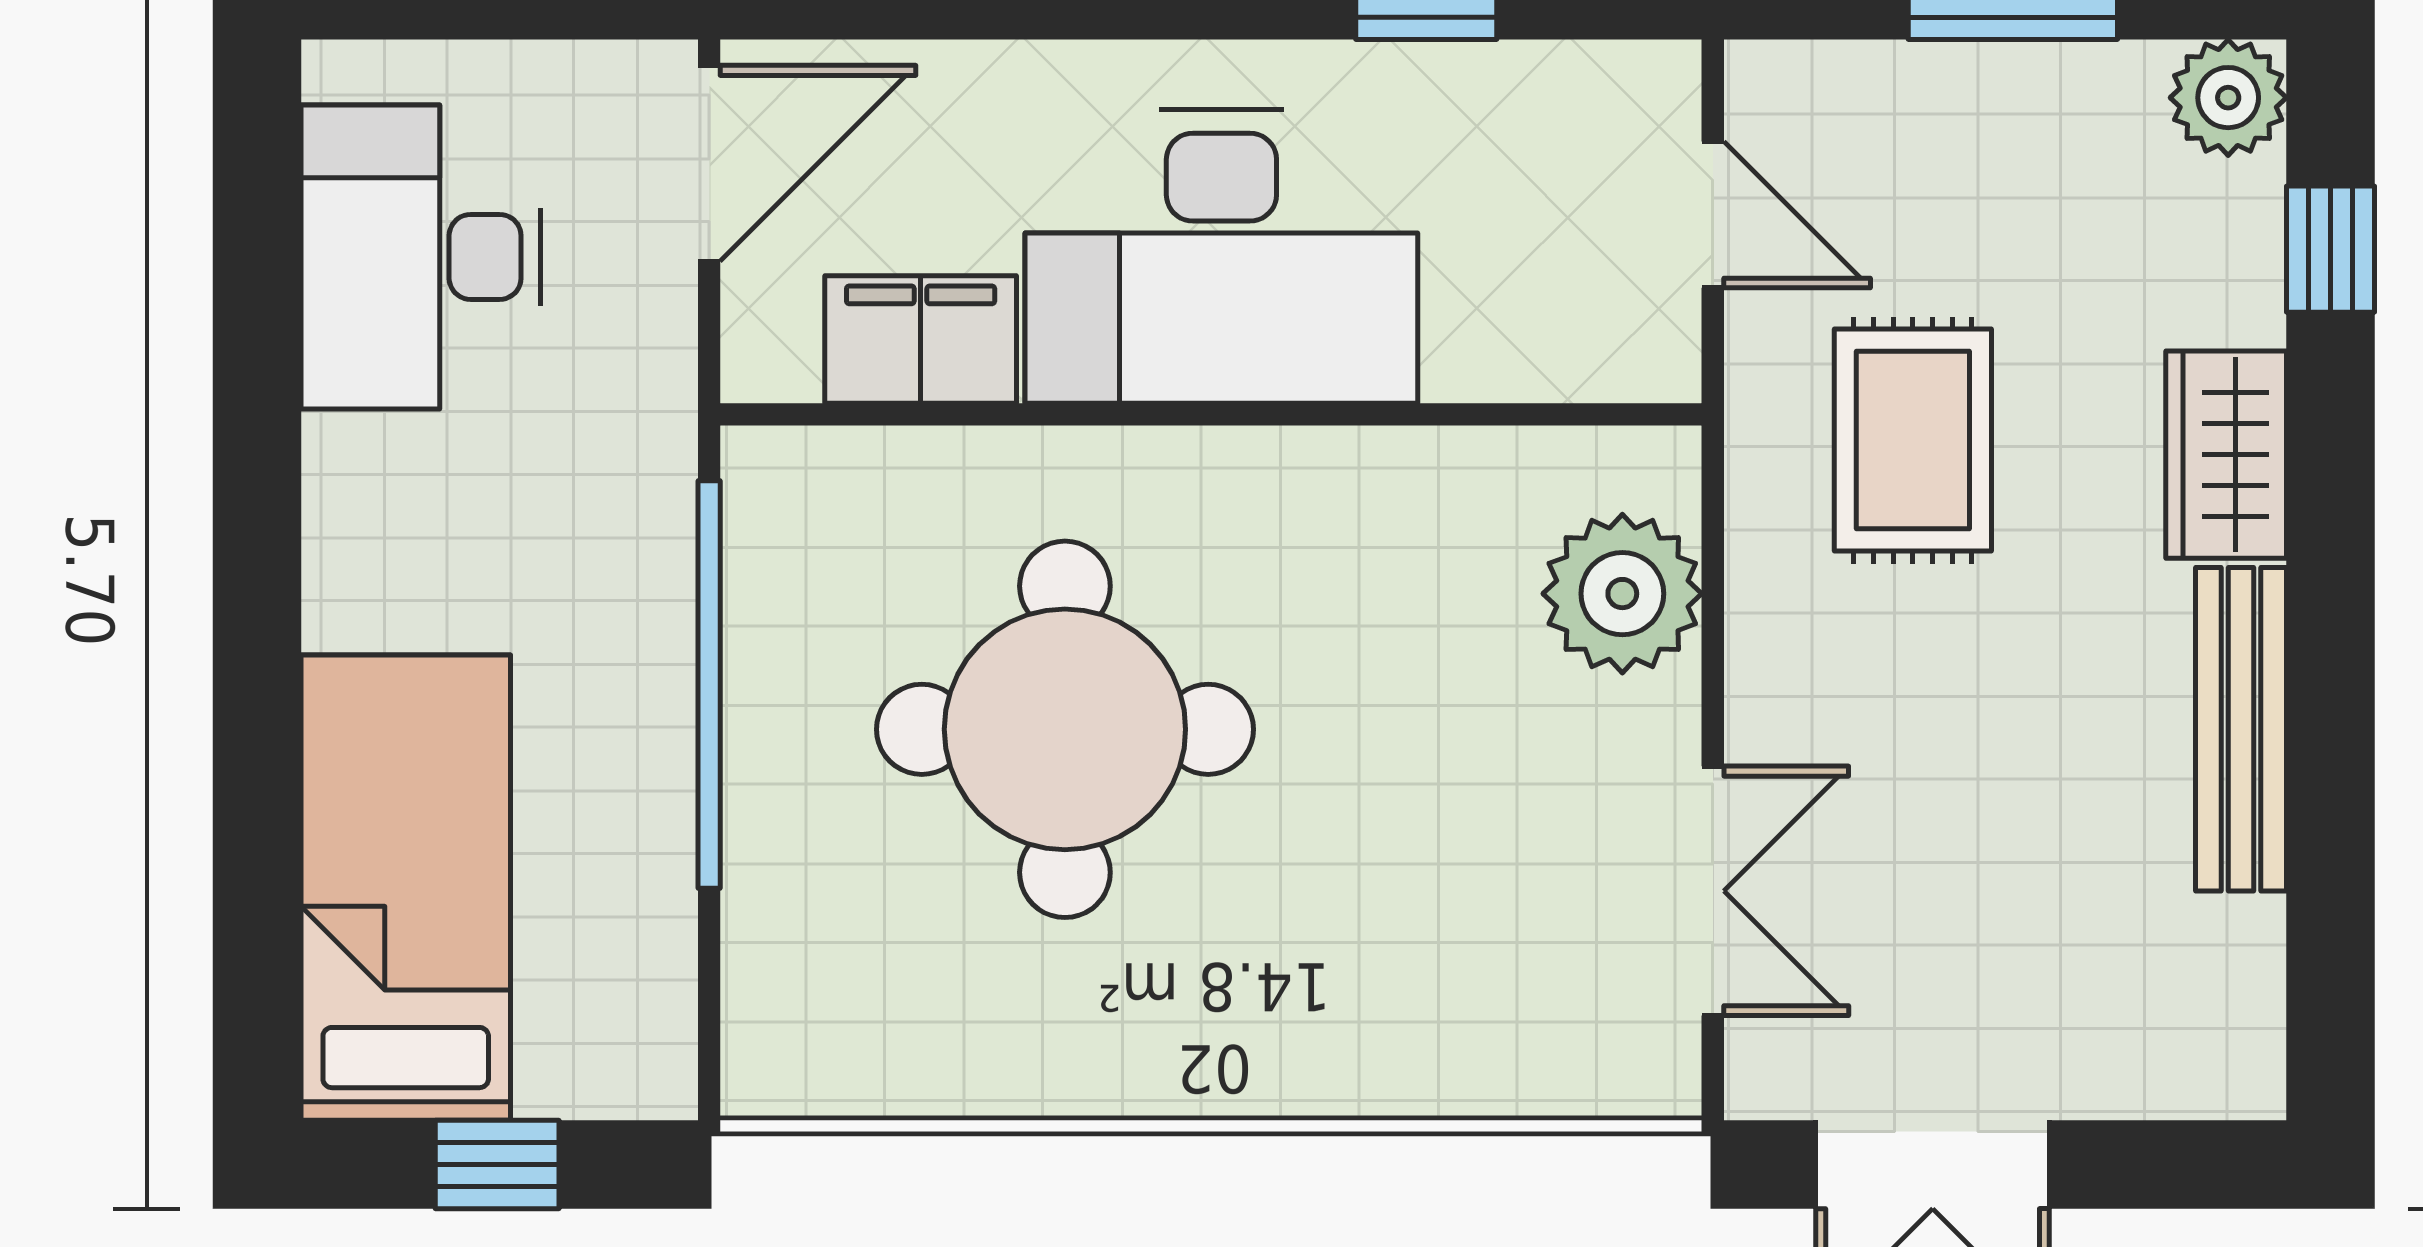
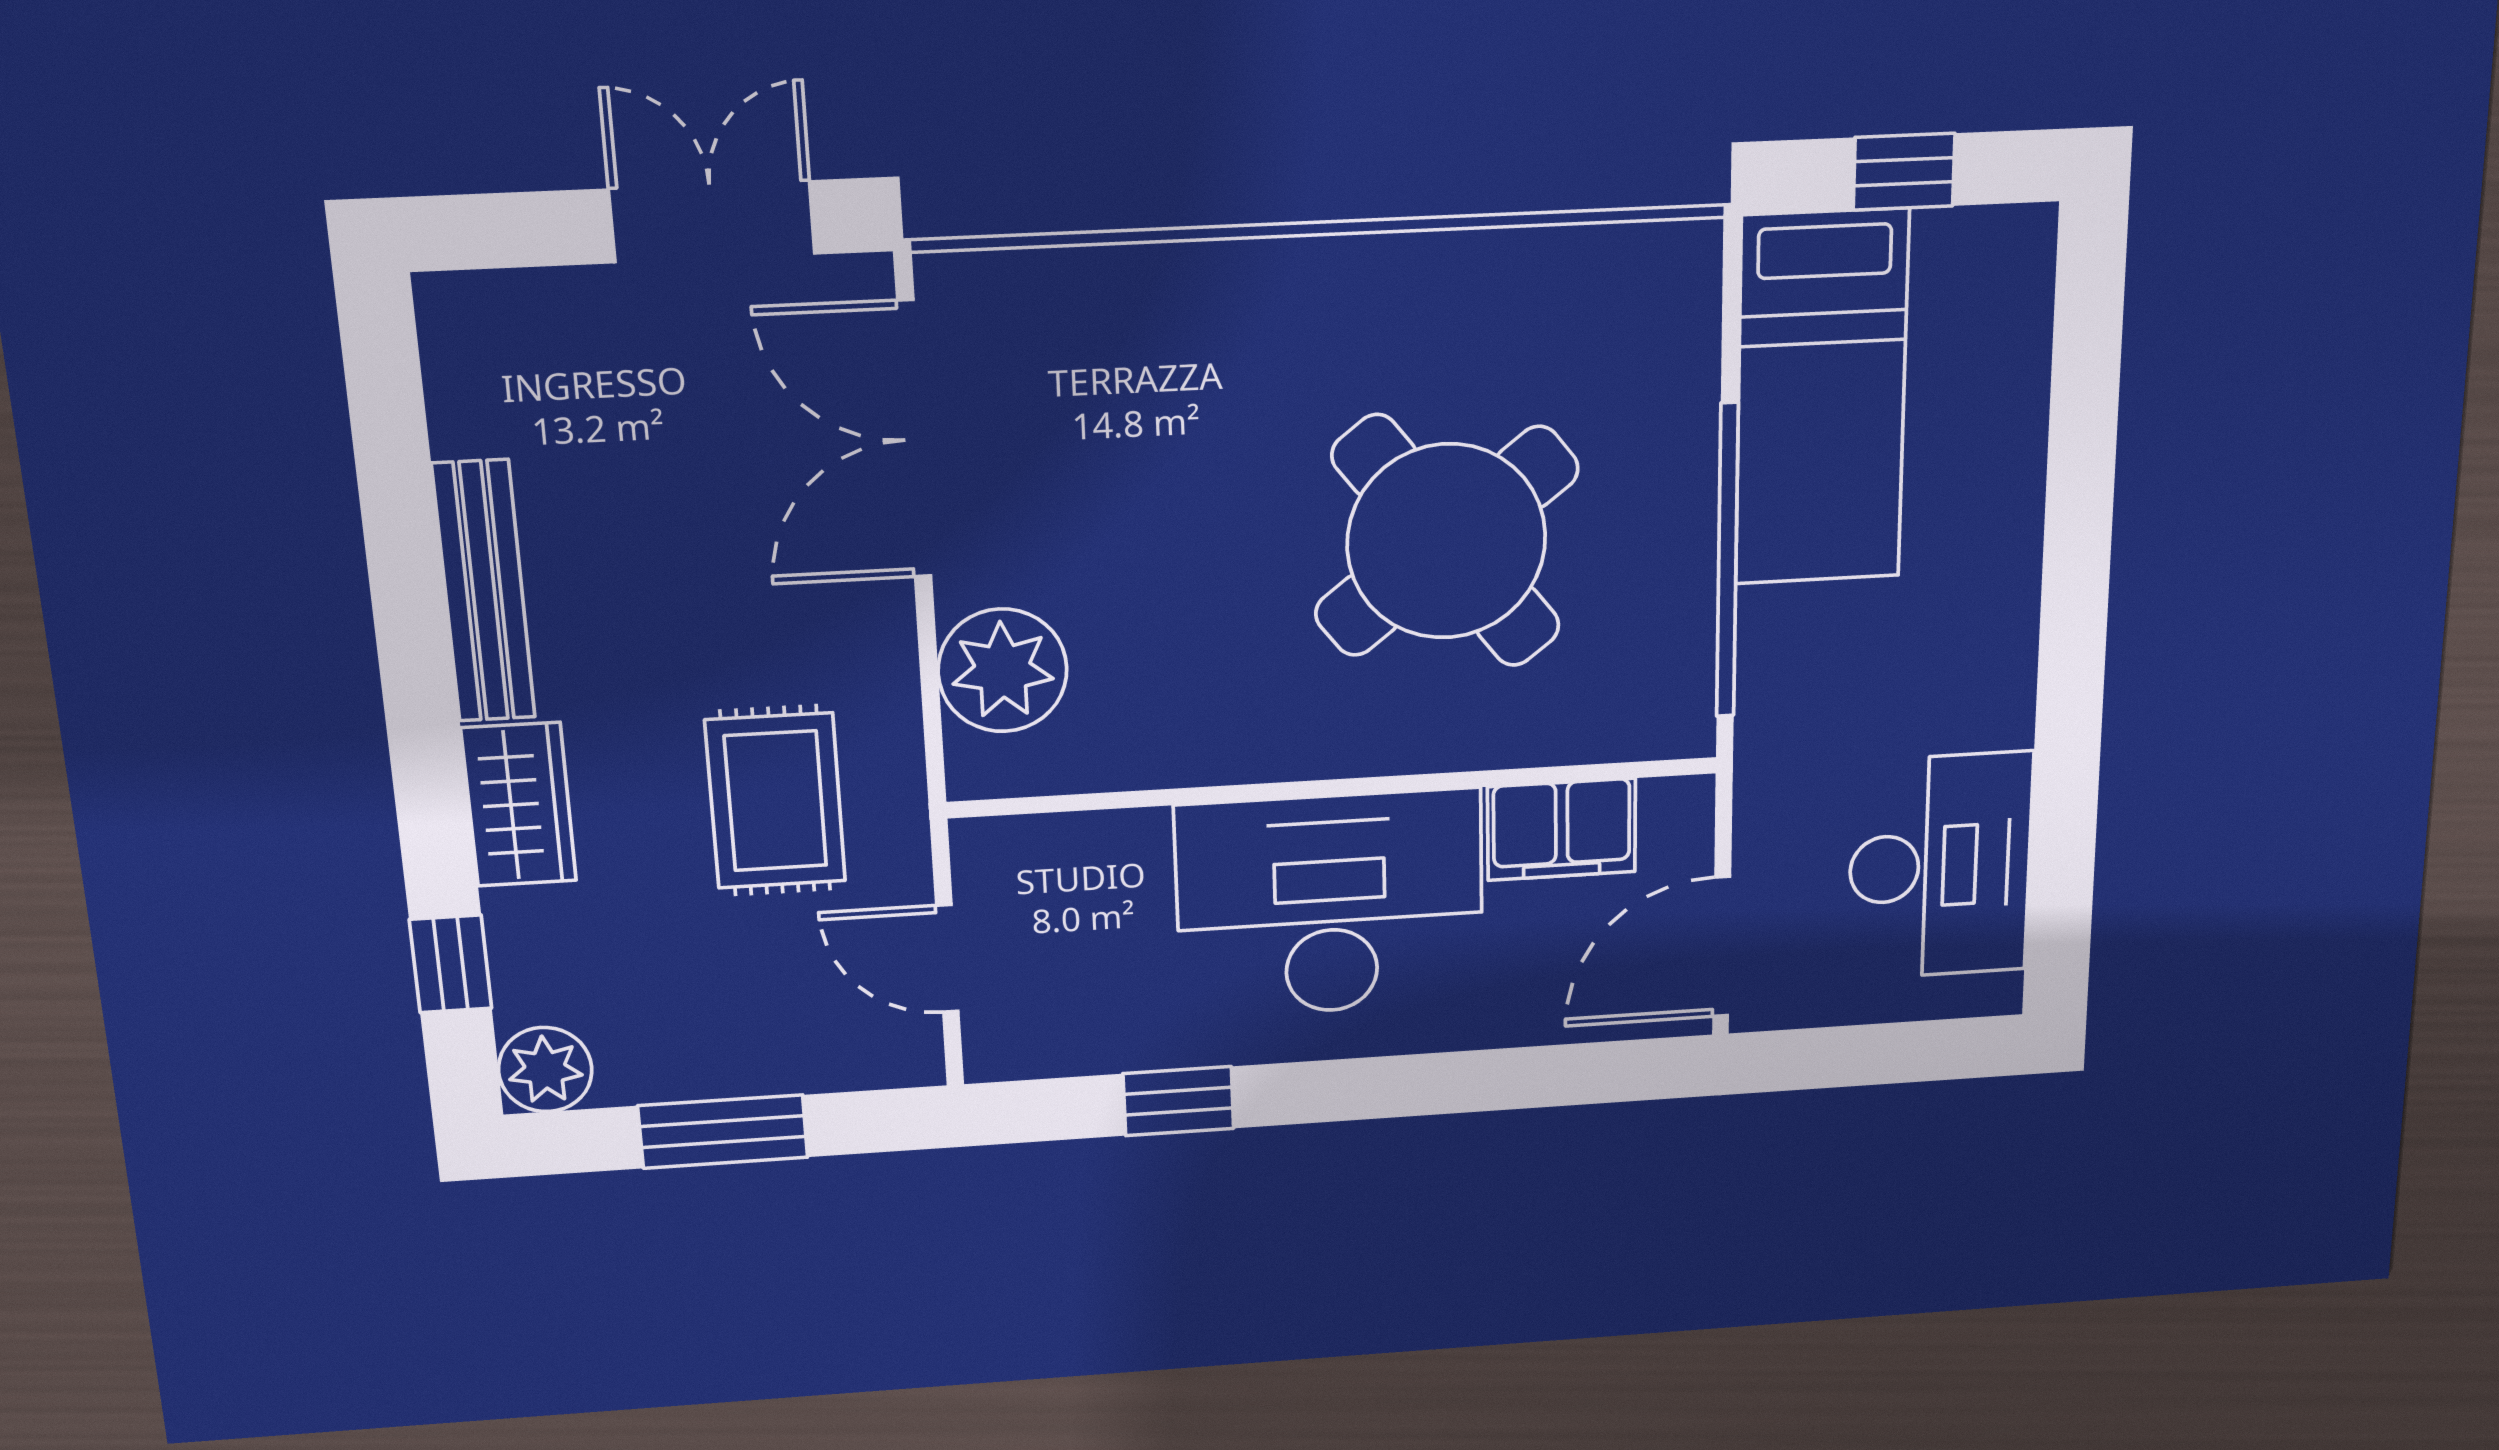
round table: (1065, 729) -> (1446, 541), turned -38
bed: (406, 888) -> (1821, 398), moved
double door: (1713, 891) -> (914, 440), width x1.37

